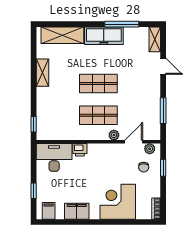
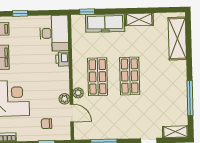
freezer: (104, 36) -> (105, 23), moved, turned -90
plant: (150, 149) -> (65, 99), moved

